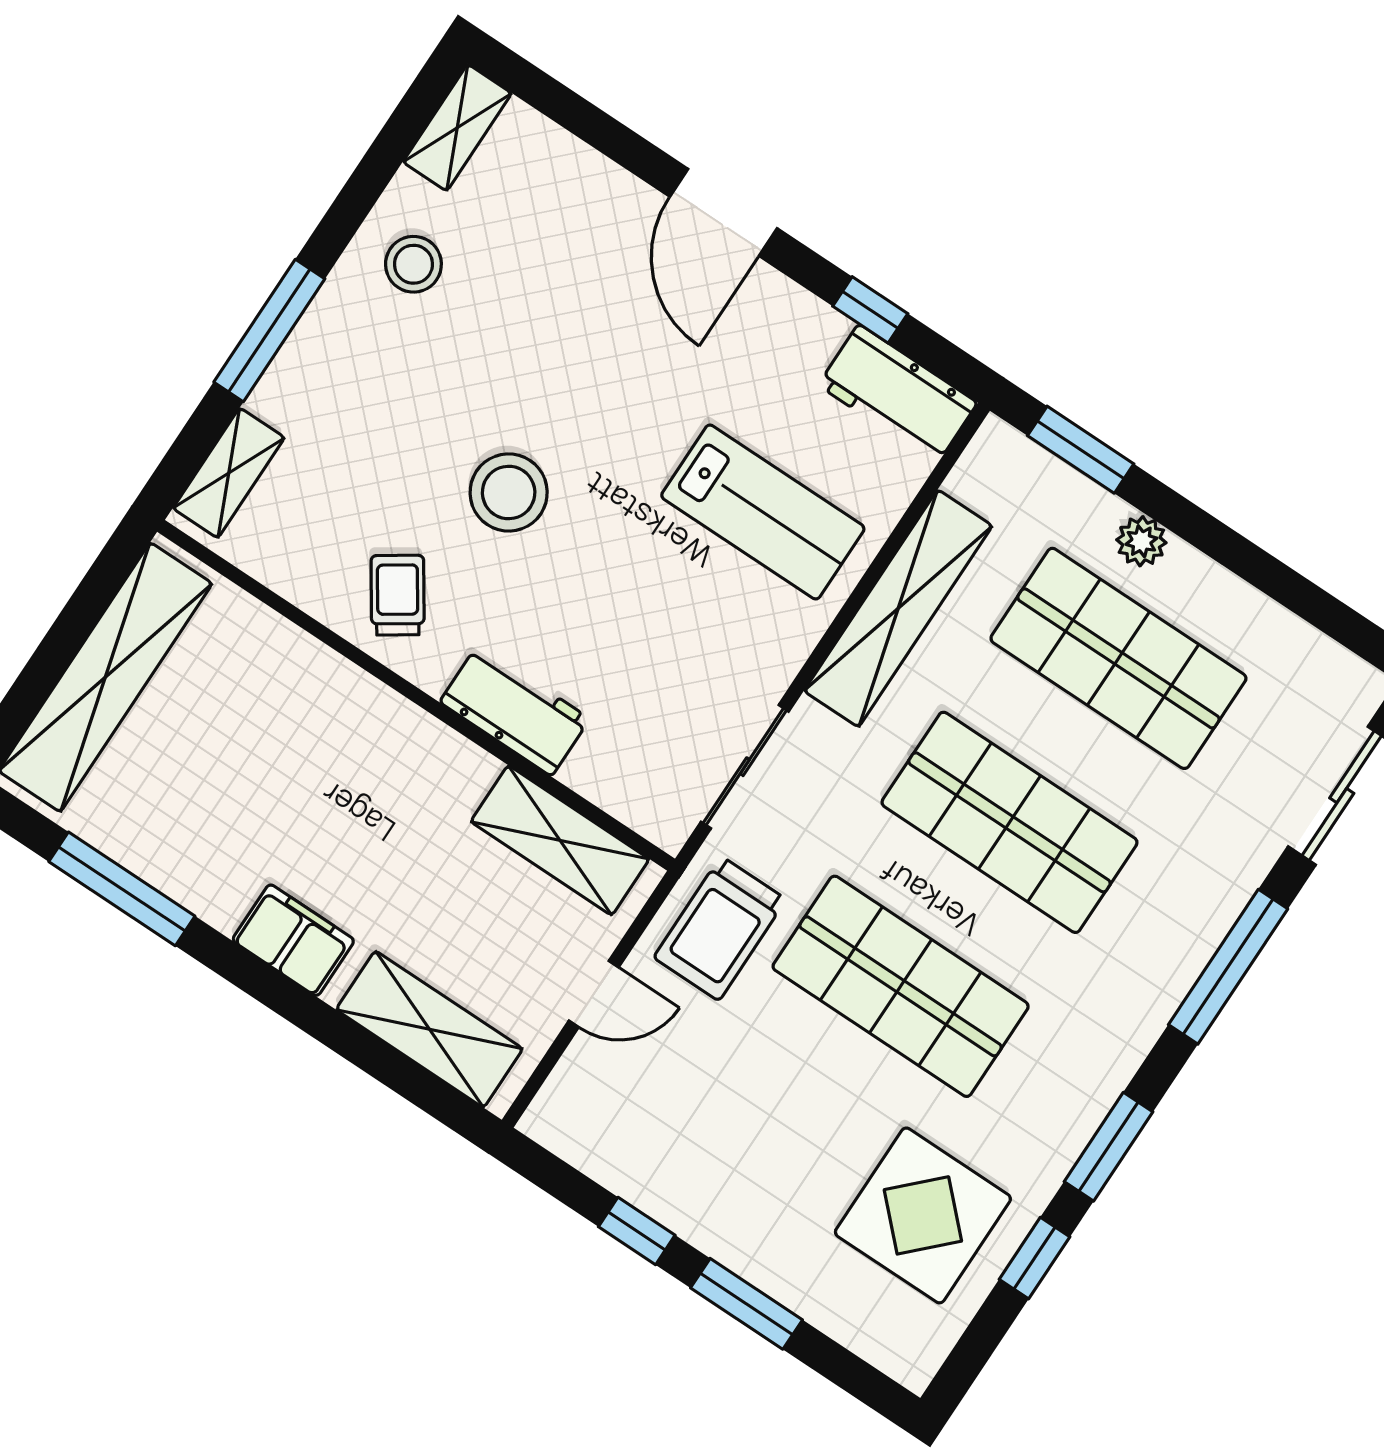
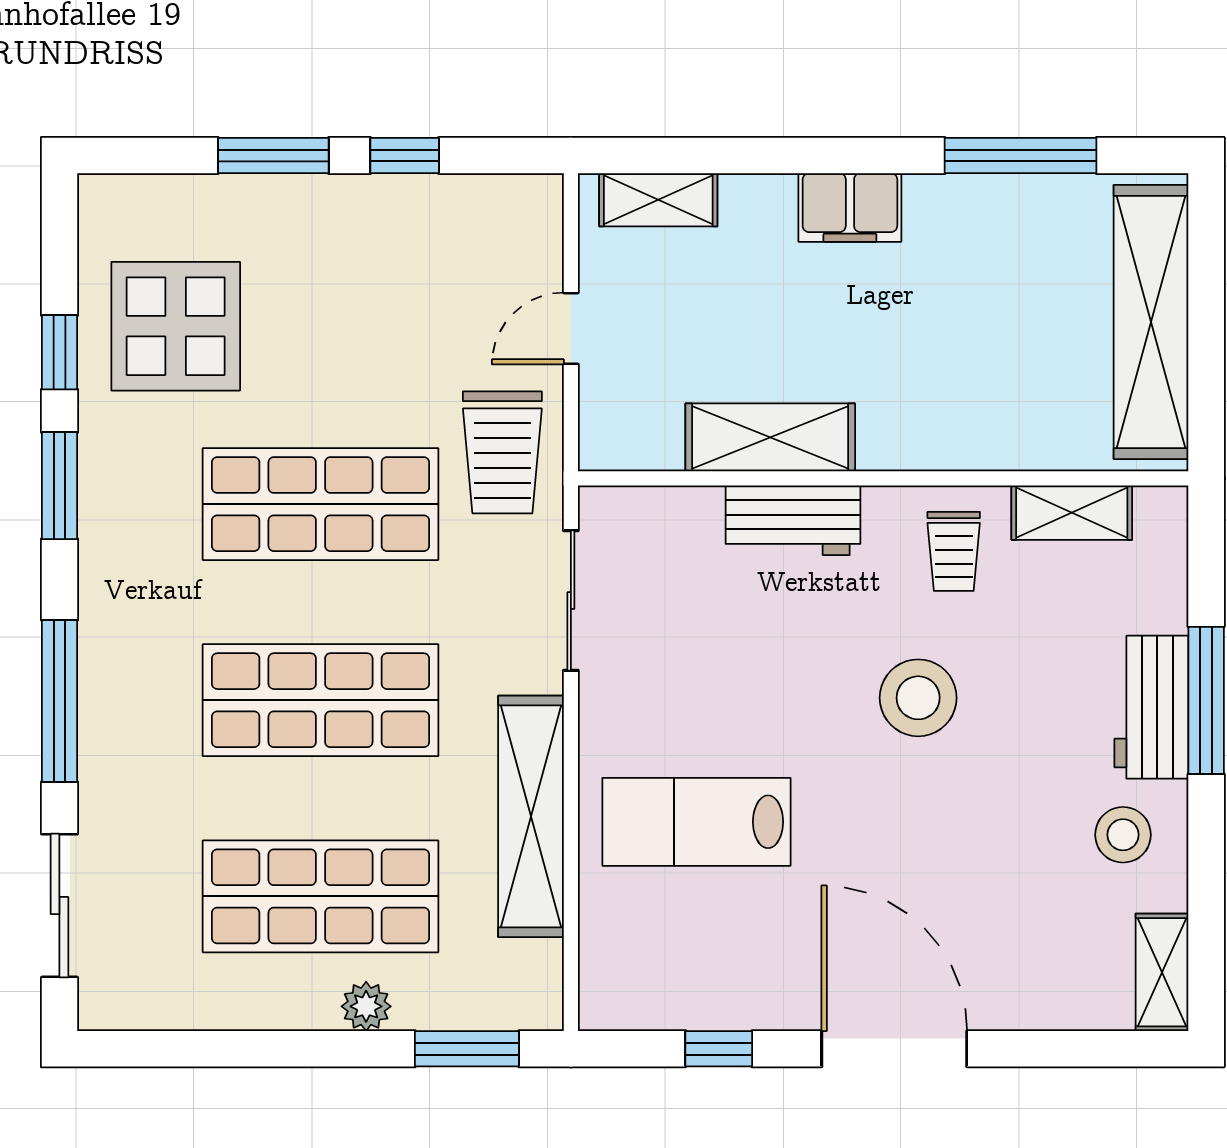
door: (724, 212) -> (894, 1049), width x1.36
workbench: (898, 394) -> (1151, 707), moved, turned -90
shelving: (229, 473) -> (1072, 513), moved, turned 90
trolley: (398, 595) -> (954, 551), turned 34
shelving: (560, 840) -> (770, 437), moved
trolley: (720, 928) -> (502, 452), turned 180
shelving: (429, 1029) -> (658, 200), width x0.67, depth x0.75

